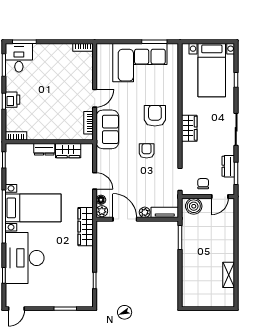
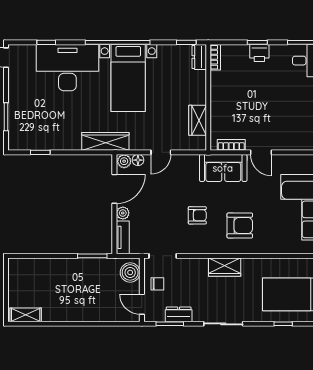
dresser: (44, 149) -> (199, 57), moved
shelving: (229, 275) -> (26, 315), moved

